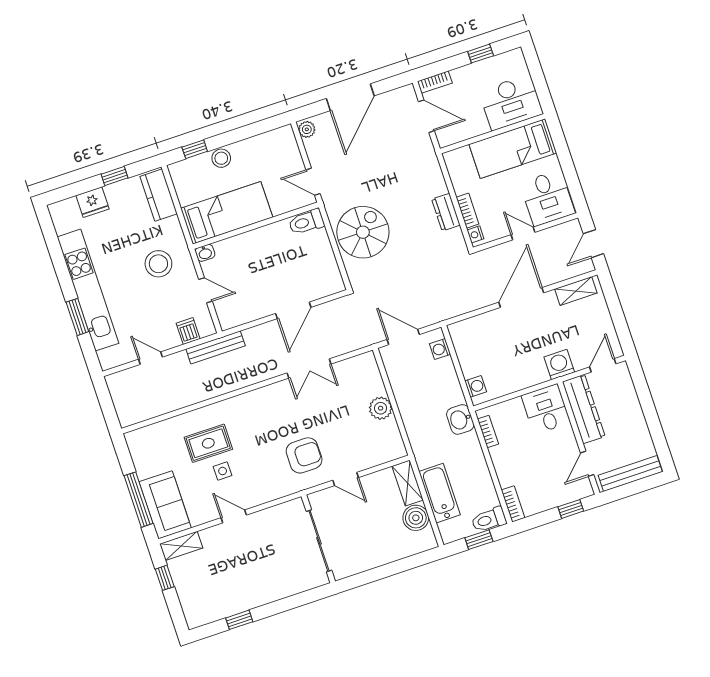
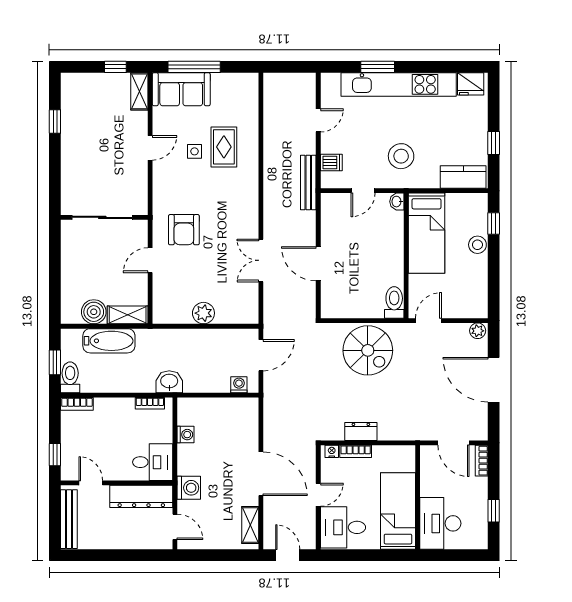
door: (426, 116) -> (453, 443), hinge flipped
fridge: (92, 202) -> (471, 84), moved, turned -90
washing machine: (476, 386) -> (186, 435), moved, turned -90

